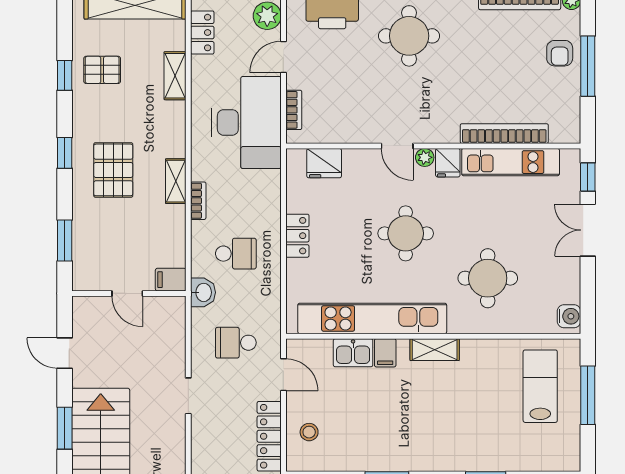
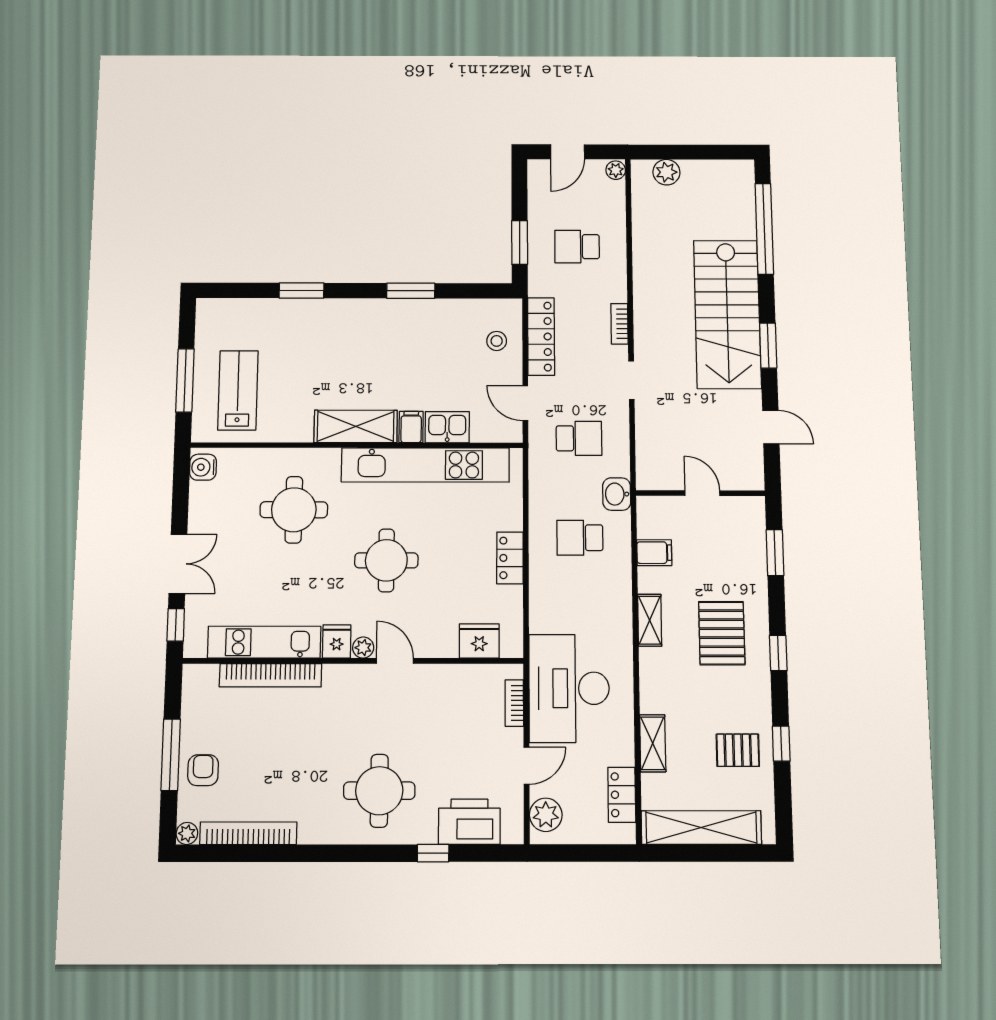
bookcase: (198, 201) -> (620, 324), moved
filing cabinet: (171, 280) -> (654, 553), moved
shelving: (435, 350) -> (356, 426), width x1.50, depth x1.33
lab bench: (540, 386) -> (238, 390), turned 180

